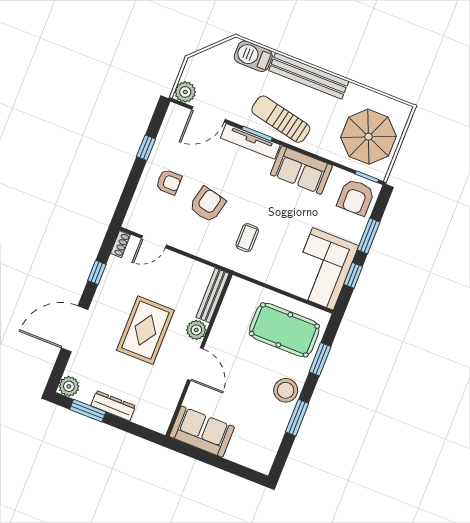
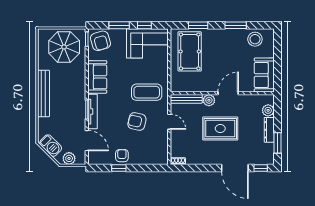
barbecue: (253, 56) -> (51, 146), moved, turned -45
plant: (185, 92) -> (69, 158), moved
sun lounger: (281, 119) -> (74, 99), removed
armchair: (169, 182) -> (122, 156), moved
armchair: (356, 197) -> (101, 41), turned 74
coffee table: (247, 238) -> (147, 92), width x1.86, depth x1.72
door: (154, 242) -> (169, 122), moved
window: (97, 272) -> (261, 168), moved
plant: (69, 386) -> (268, 110), moved
stool: (286, 390) -> (255, 39), moved

